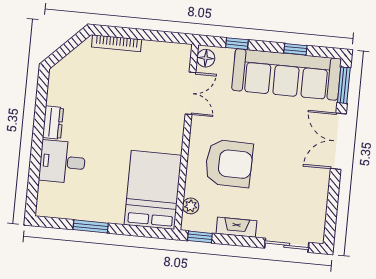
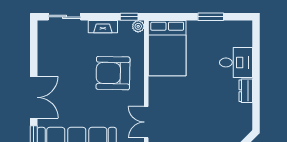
plant: (191, 206) -> (138, 26), moved

